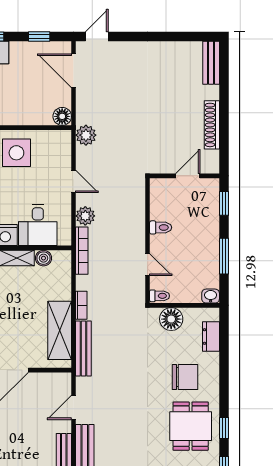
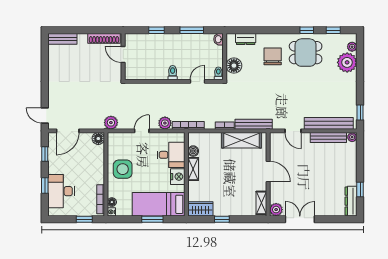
wall: (185, 176) -> (123, 57), moved
door: (188, 176) -> (123, 54), moved

